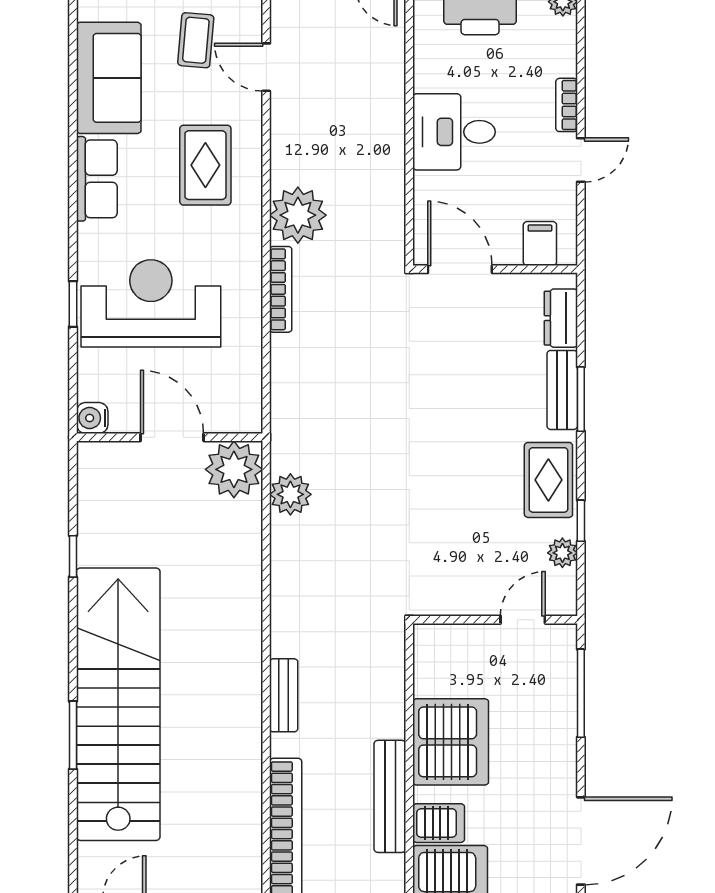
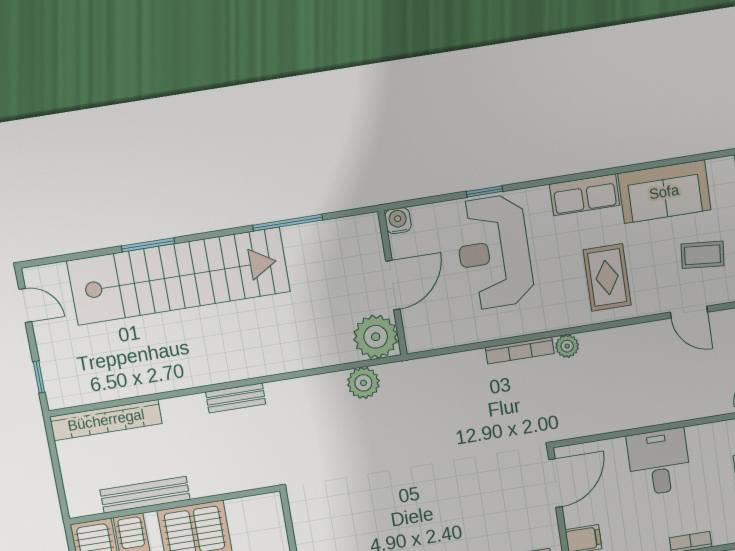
door: (266, 67) -> (689, 312), swing flipped
rug: (205, 165) -> (607, 277), turned 90
plant: (298, 215) -> (567, 346), width x0.53, depth x0.53
reception desk: (151, 303) -> (494, 252), turned 180
window: (73, 556) -> (288, 223), width x2.17
bench: (284, 695) -> (236, 398), moved

